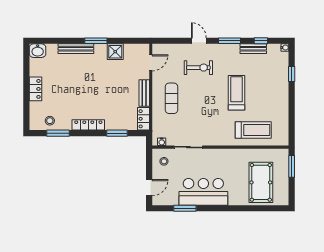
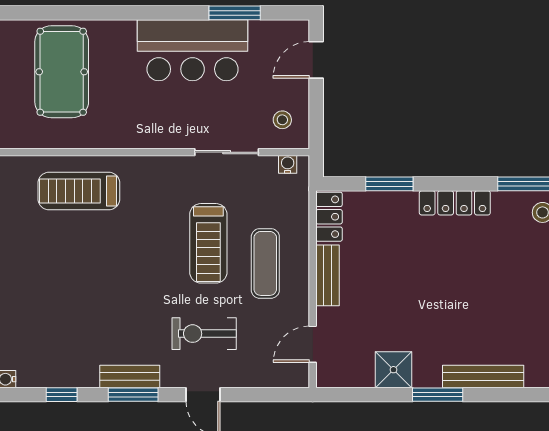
bench: (253, 49) -> (130, 376), moved
treadmill: (236, 93) -> (208, 243), moved

